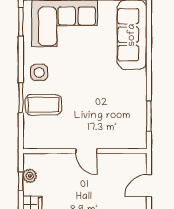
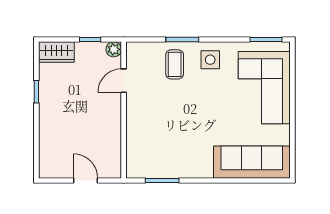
coffee table: (43, 105) -> (175, 64), width x0.73, depth x0.77
door: (86, 151) -> (124, 81), moved
plant: (30, 176) -> (114, 49), moved

